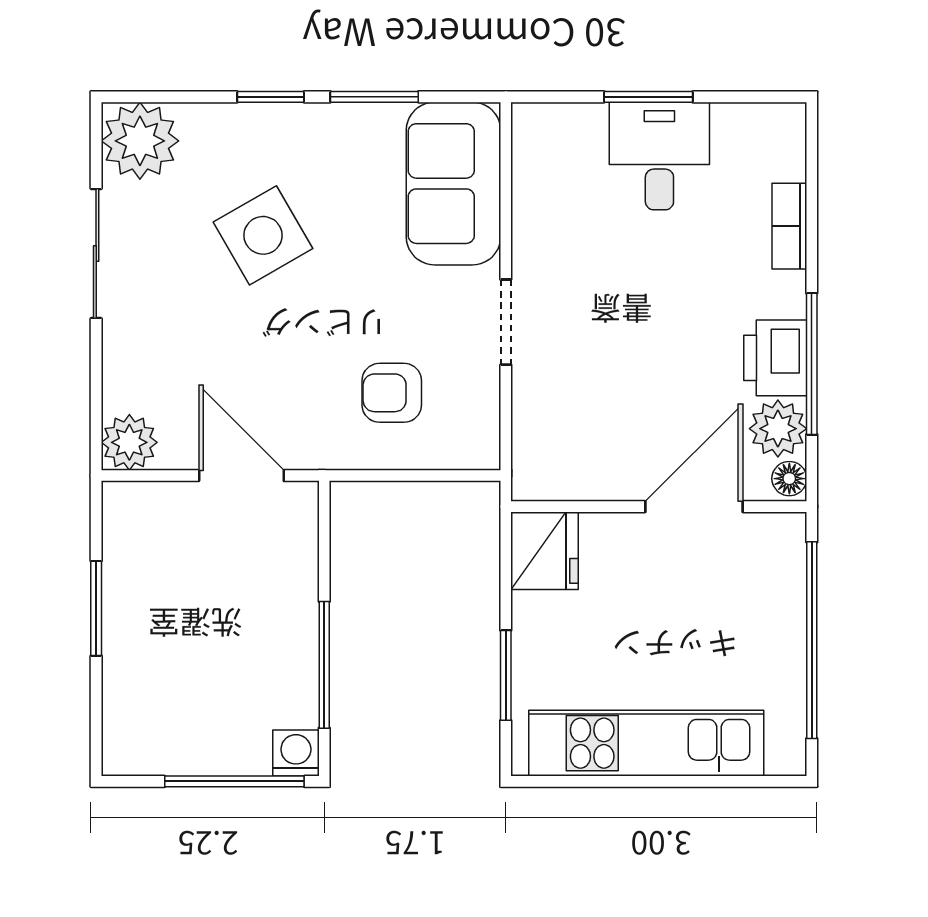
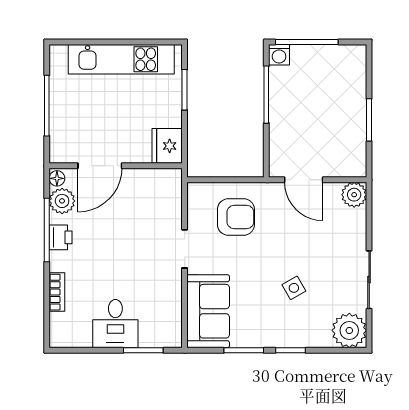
window: (648, 97) -> (143, 350), moved
side table: (263, 235) -> (294, 288), width x0.54, depth x0.54
printer: (775, 358) -> (61, 237), width x0.73, depth x0.81
armchair: (392, 393) -> (236, 217), width x1.38, depth x1.38
window: (812, 640) -> (47, 106), width x0.68

